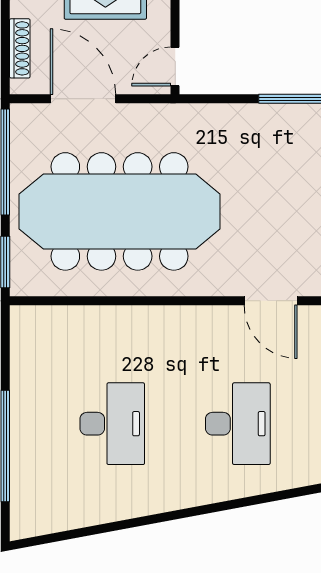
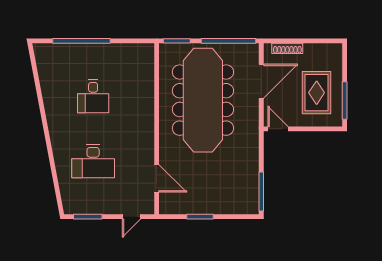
door: (271, 301) -> (157, 178), swing flipped
desk: (112, 424) -> (93, 96), width x0.73

